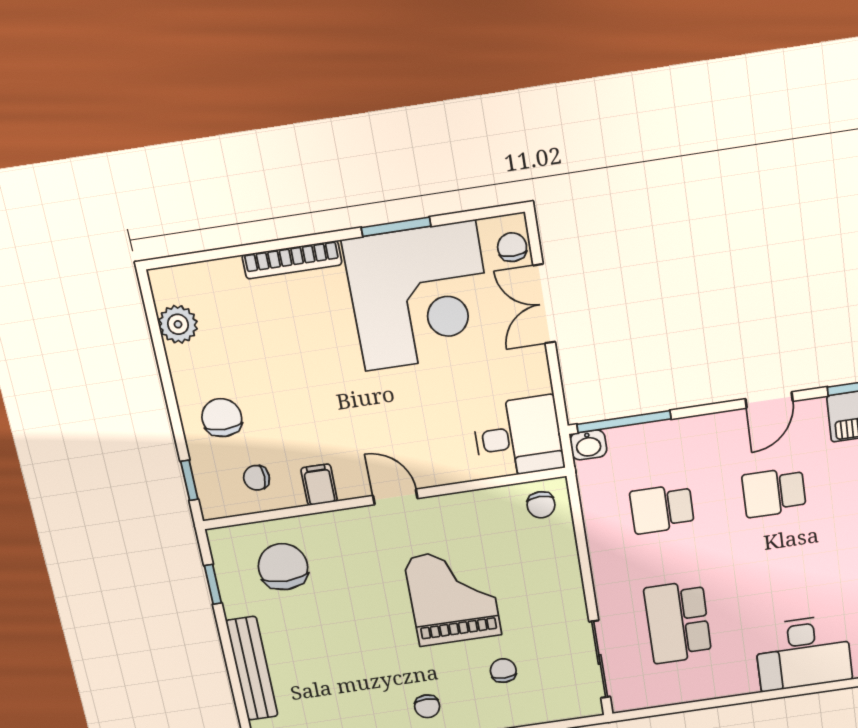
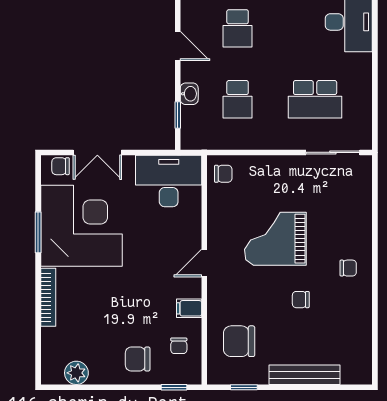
door: (769, 400) -> (178, 46), moved
window: (624, 422) -> (178, 115), width x0.46
desk: (518, 437) -> (169, 181), width x1.37
washbasin: (588, 445) -> (189, 94), moved
chair: (503, 671) -> (301, 300), moved

